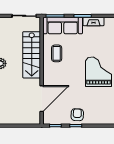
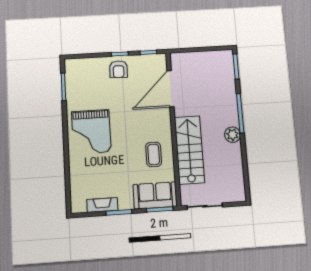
sofa: (63, 25) -> (155, 195), width x0.73

